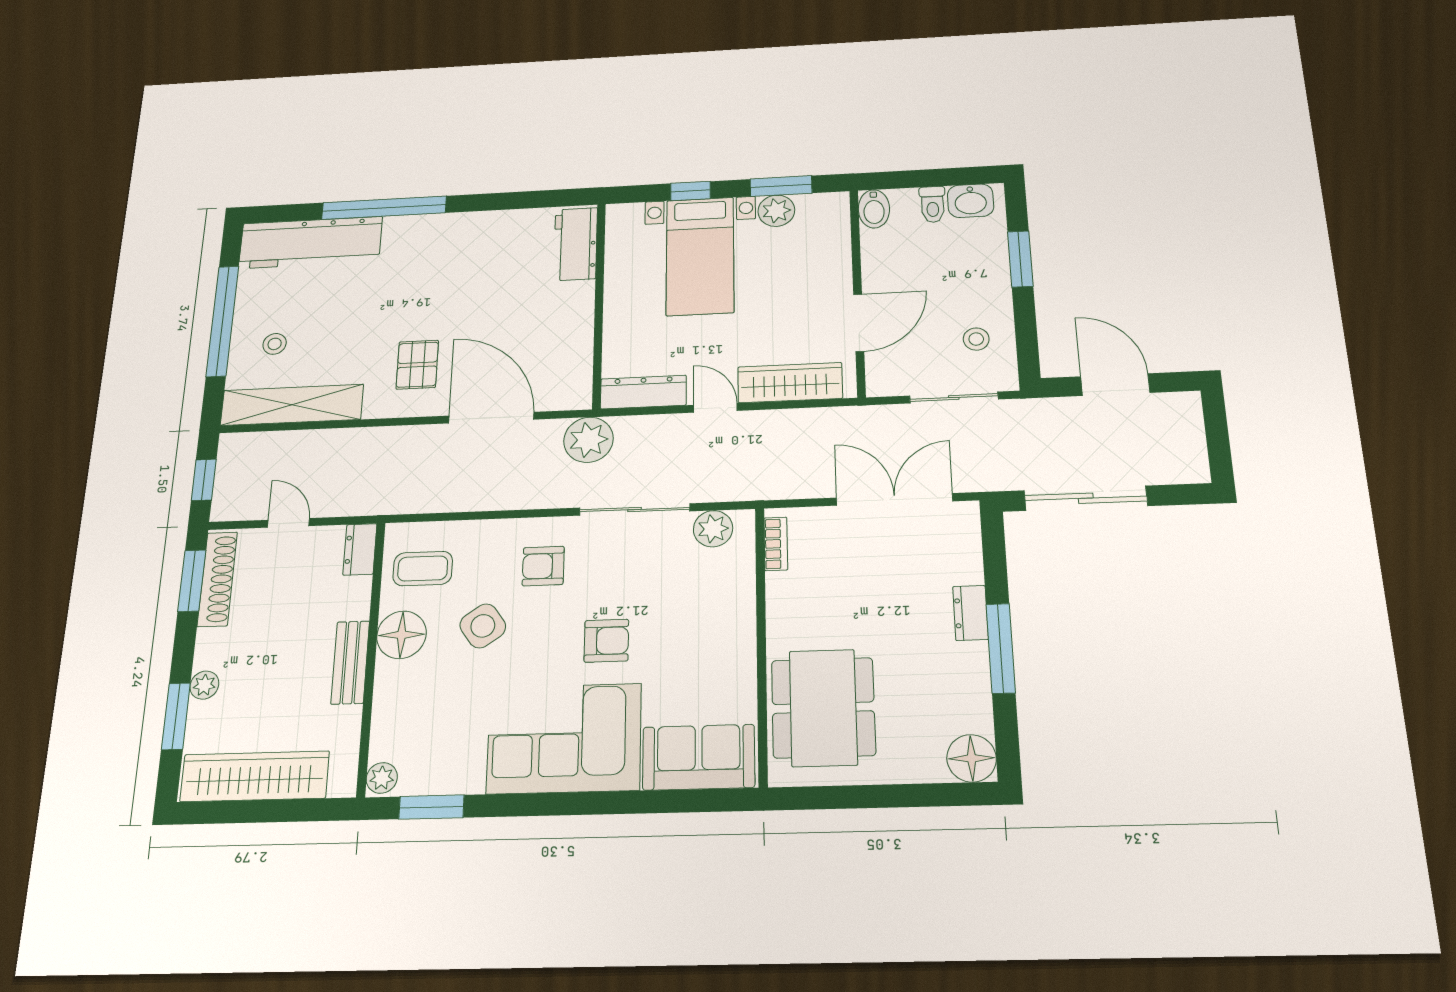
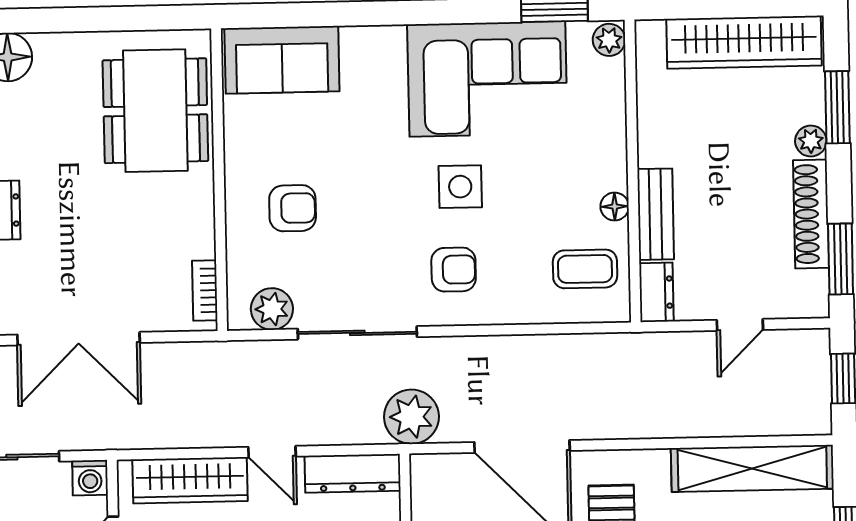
washing machine: (881, 382) -> (90, 478), added
door: (289, 523) -> (740, 325), hinge flipped
shoe rack: (217, 579) -> (811, 214), moved
side table: (483, 626) -> (460, 187), moved, turned 35
floor lamp: (401, 635) -> (615, 207), width x0.53, depth x0.53
armchair: (606, 641) -> (293, 208), moved, turned 180
bench: (350, 662) -> (656, 214), moved
corner sofa: (564, 738) -> (487, 79), moved

